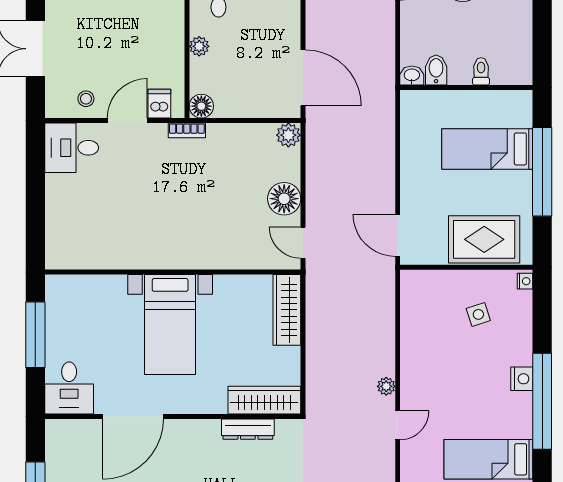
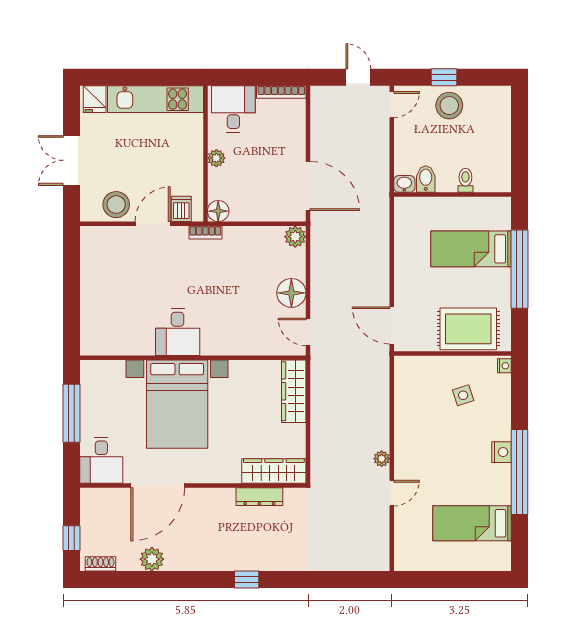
stool: (86, 99) -> (116, 205), width x1.89, depth x1.89
desk: (72, 148) -> (178, 332), moved, turned -90
bed with nightstands: (170, 324) -> (177, 404), width x1.36

